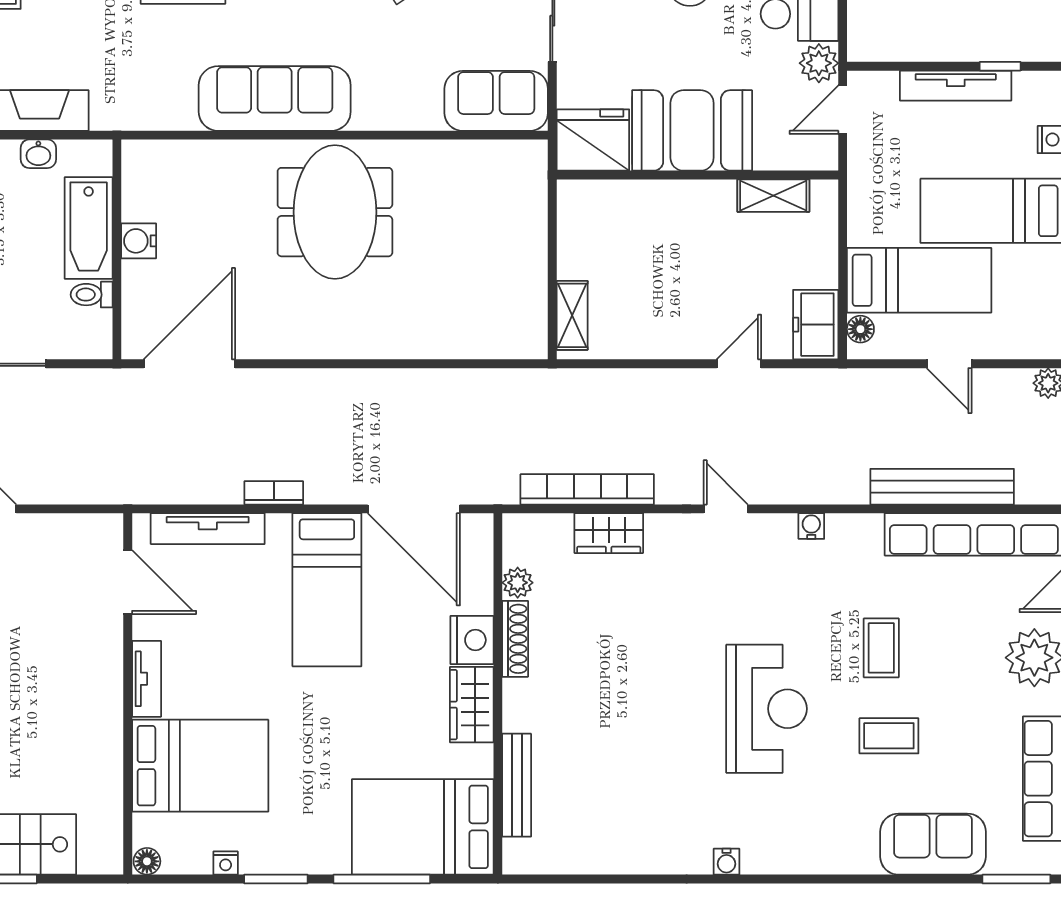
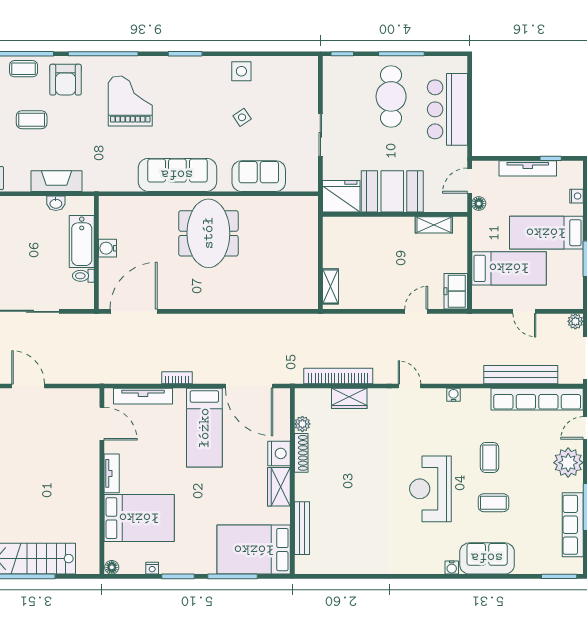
plant: (819, 63) -> (457, 157), removed
sofa: (496, 101) -> (259, 176), moved
floor lamp: (860, 329) -> (479, 204), moved
reception desk: (767, 709) -> (430, 489), turned 180
sofa: (933, 844) -> (487, 558), moved
water cooler: (726, 862) -> (452, 567), moved

